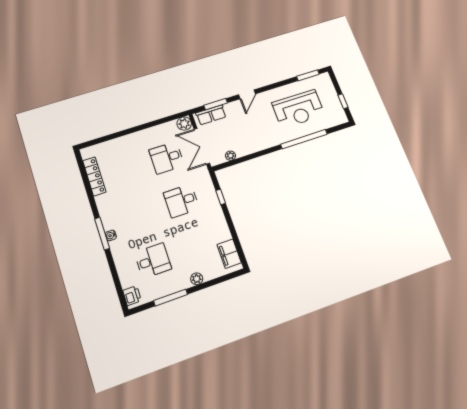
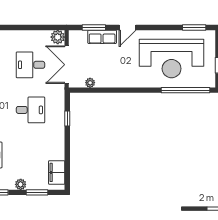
reception desk: (298, 109) -> (172, 59), width x1.36, depth x1.30
row of seats: (211, 115) -> (102, 37), moved
window: (304, 139) -> (186, 90), moved
desk: (181, 201) -> (30, 110), turned 180
window: (216, 281) -> (37, 192), added

